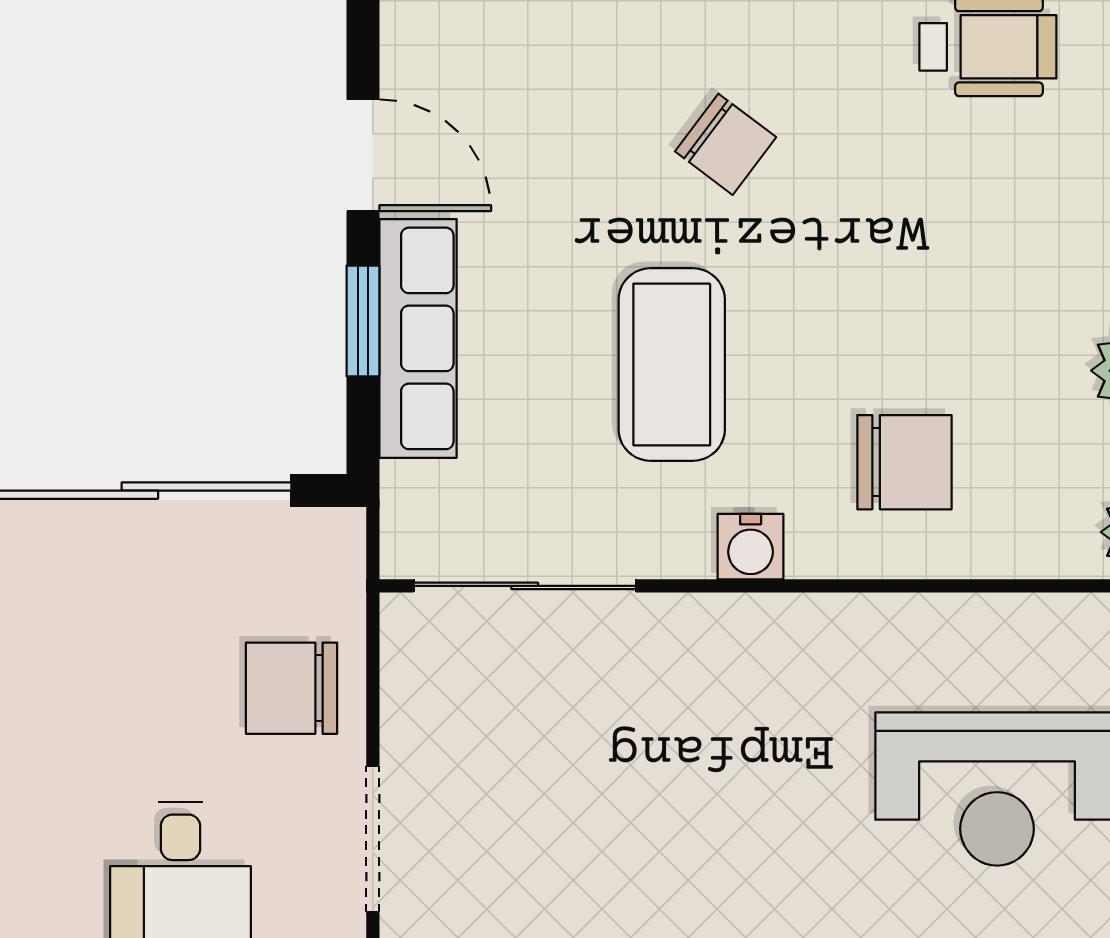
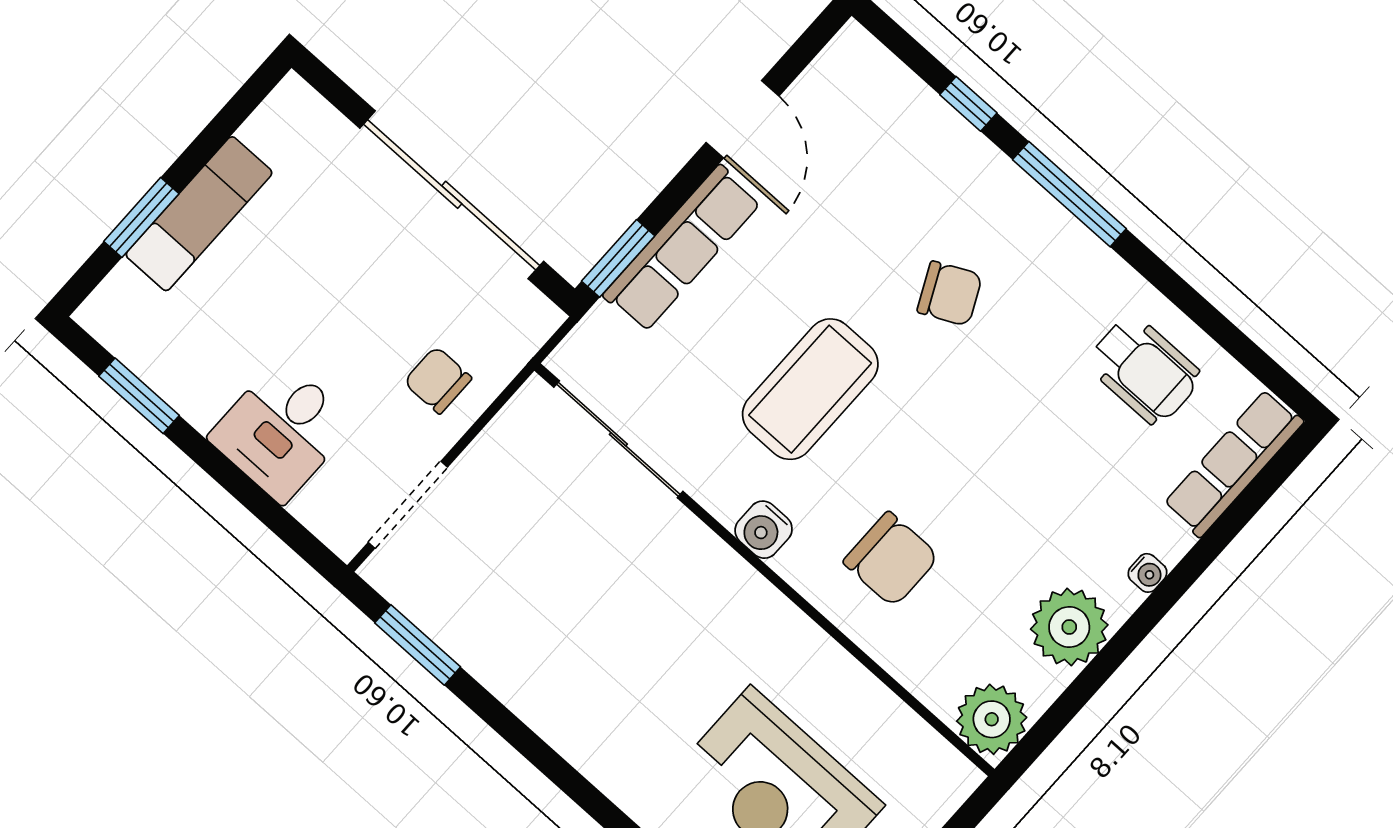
chair: (726, 144) -> (950, 294), turned -63
window: (363, 321) -> (618, 258), moved
chair: (292, 688) -> (438, 380), width x0.73, depth x0.73

